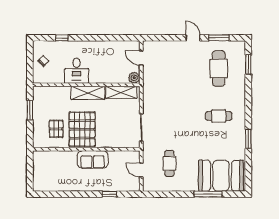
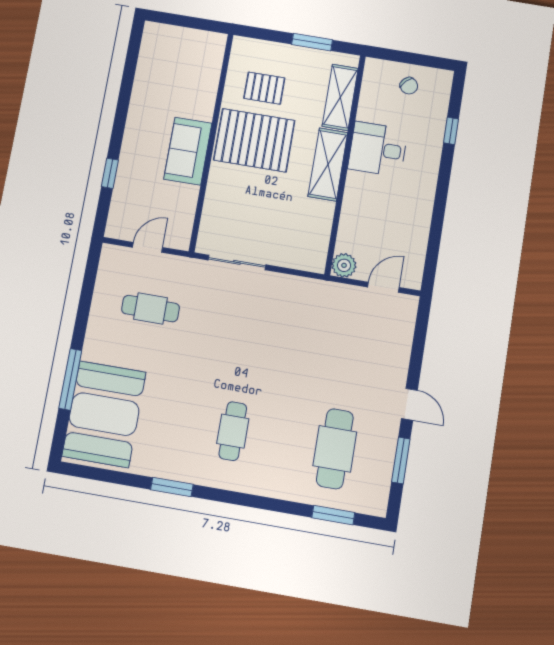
door: (193, 38) -> (409, 404), hinge flipped
cafe table: (219, 68) -> (335, 449), turned 90
shelving: (121, 92) -> (340, 97), moved

